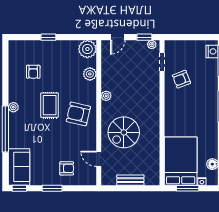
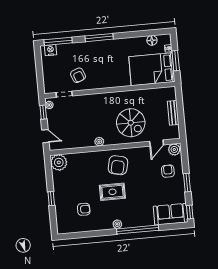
plant: (90, 74) -> (174, 149), moved

